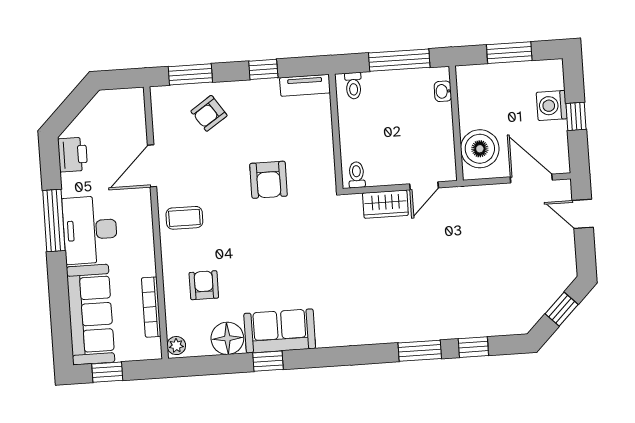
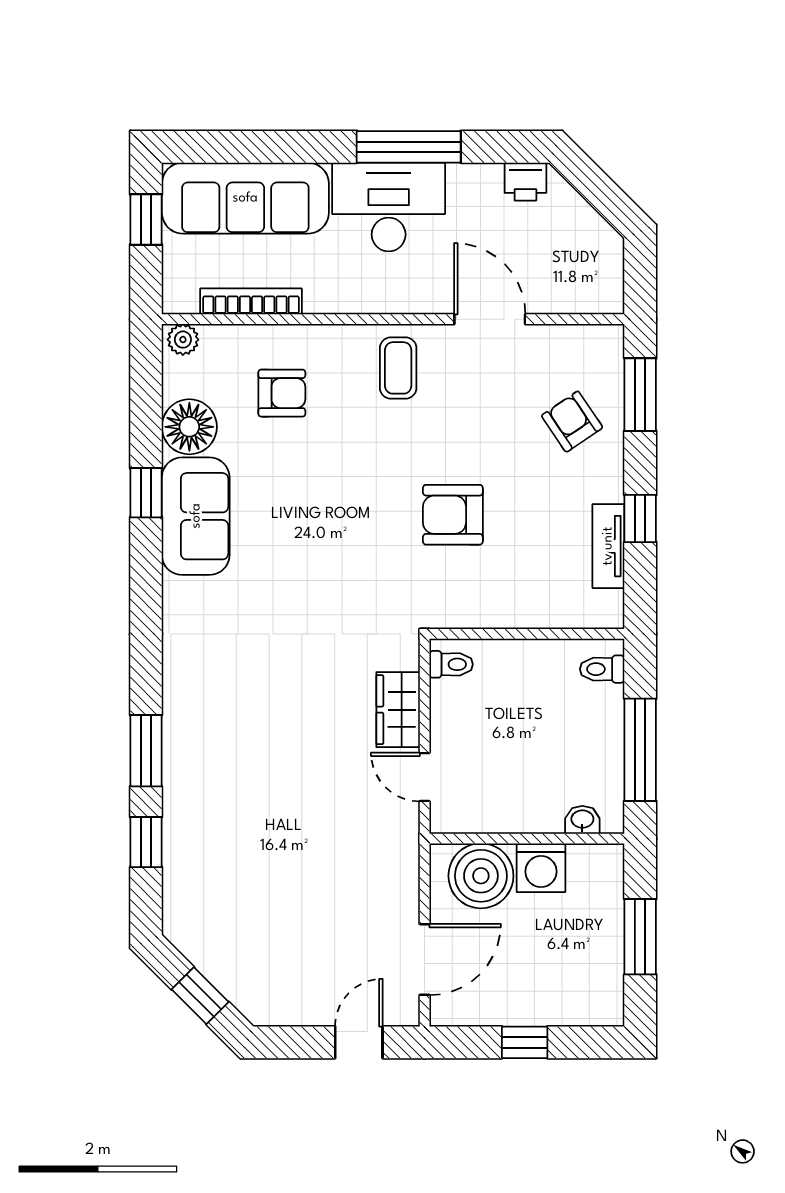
tv unit: (305, 85) -> (608, 546), moved
washing machine: (552, 105) -> (541, 868), moved, turned 180
printer: (73, 155) -> (525, 182), width x0.73, depth x0.81

